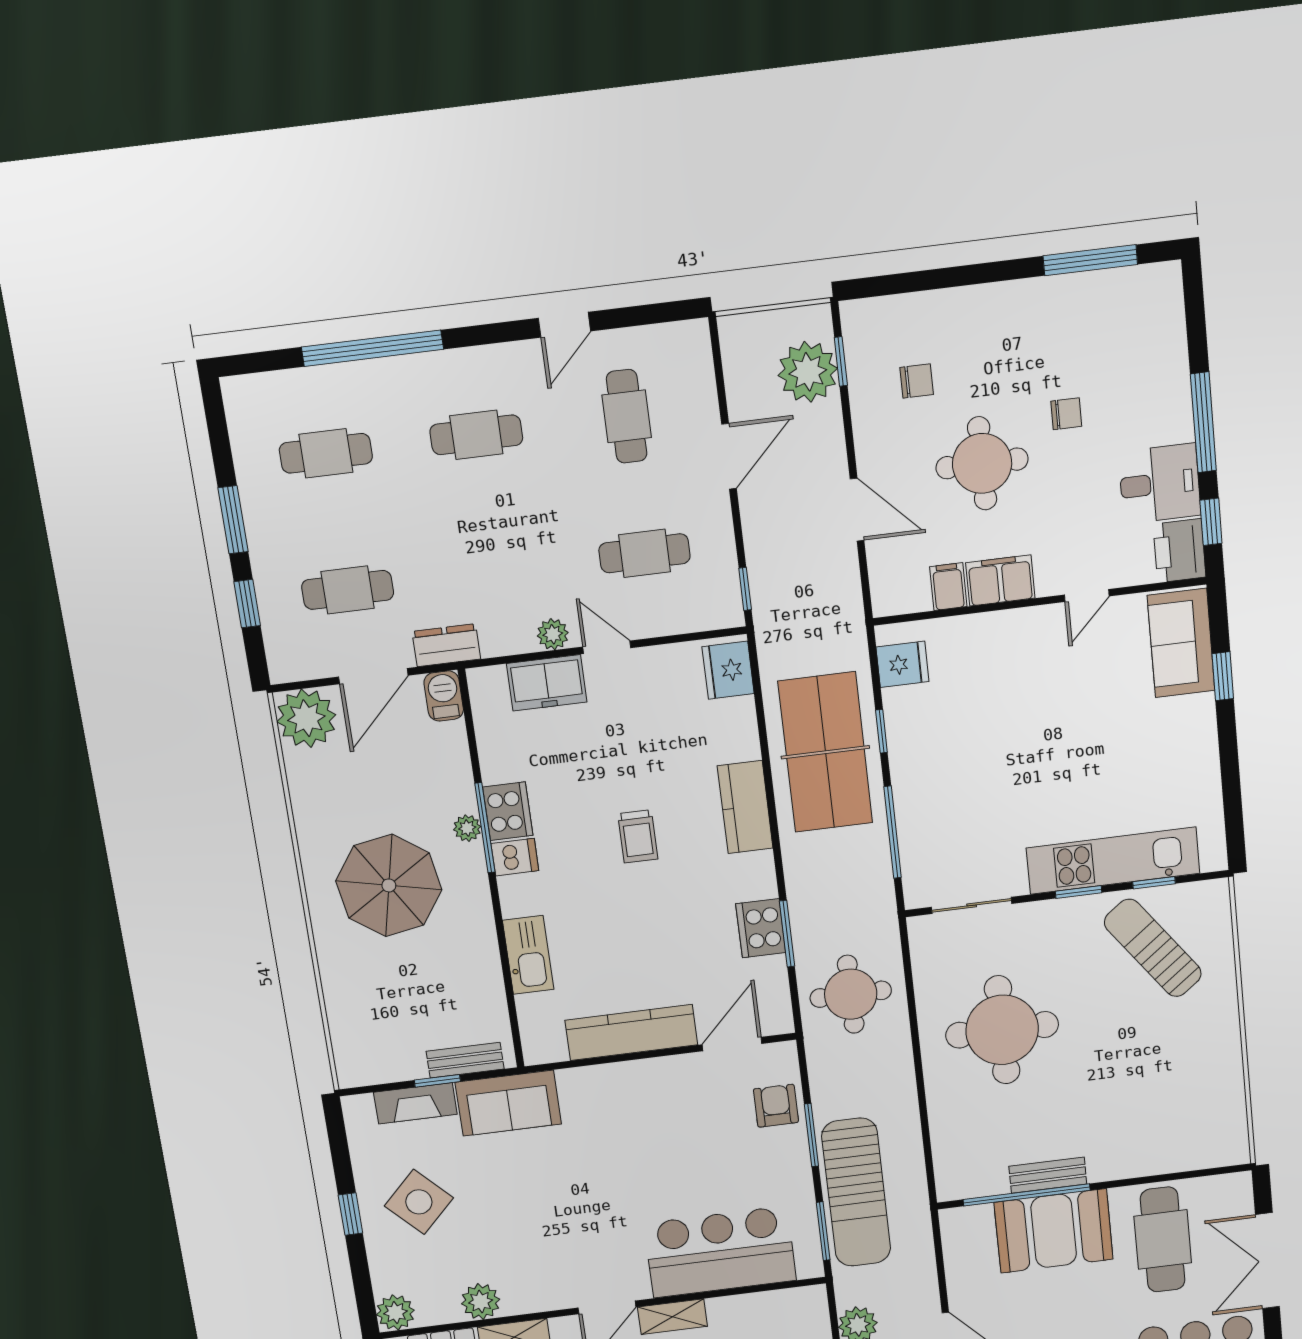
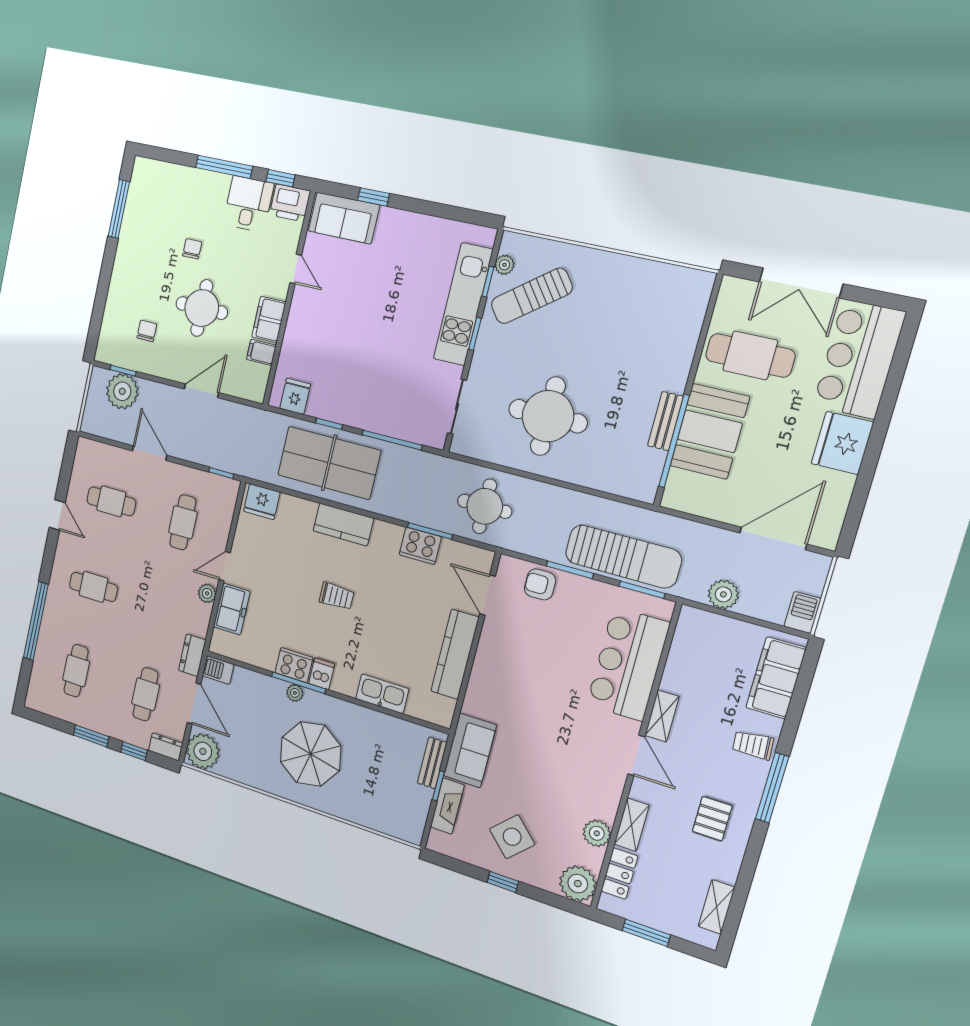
cafe table: (476, 435) -> (93, 587), turned 90
dresser: (282, 655) -> (166, 747), added
plant: (1183, 896) -> (504, 265), added
plant: (395, 1312) -> (578, 884), width x1.36, depth x1.36

